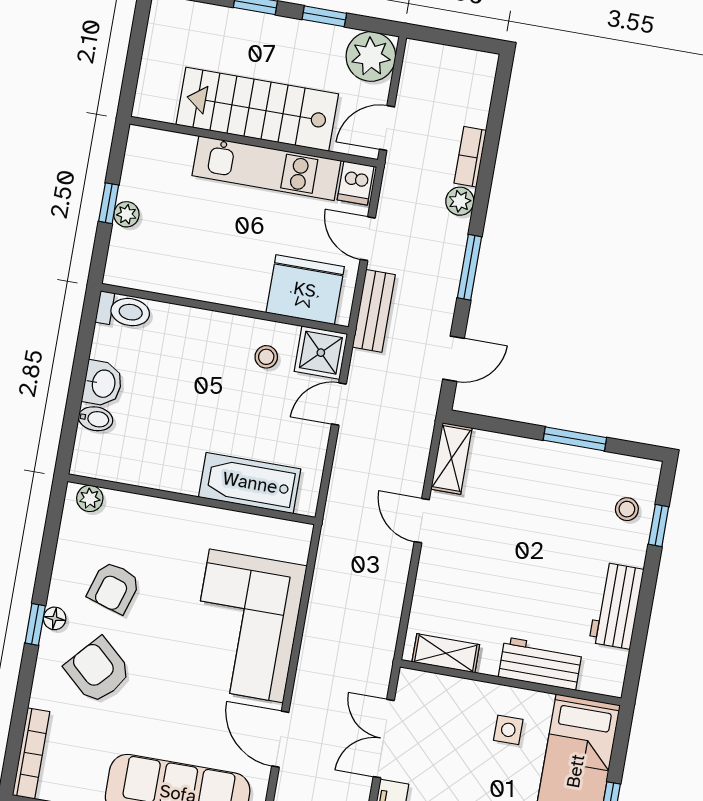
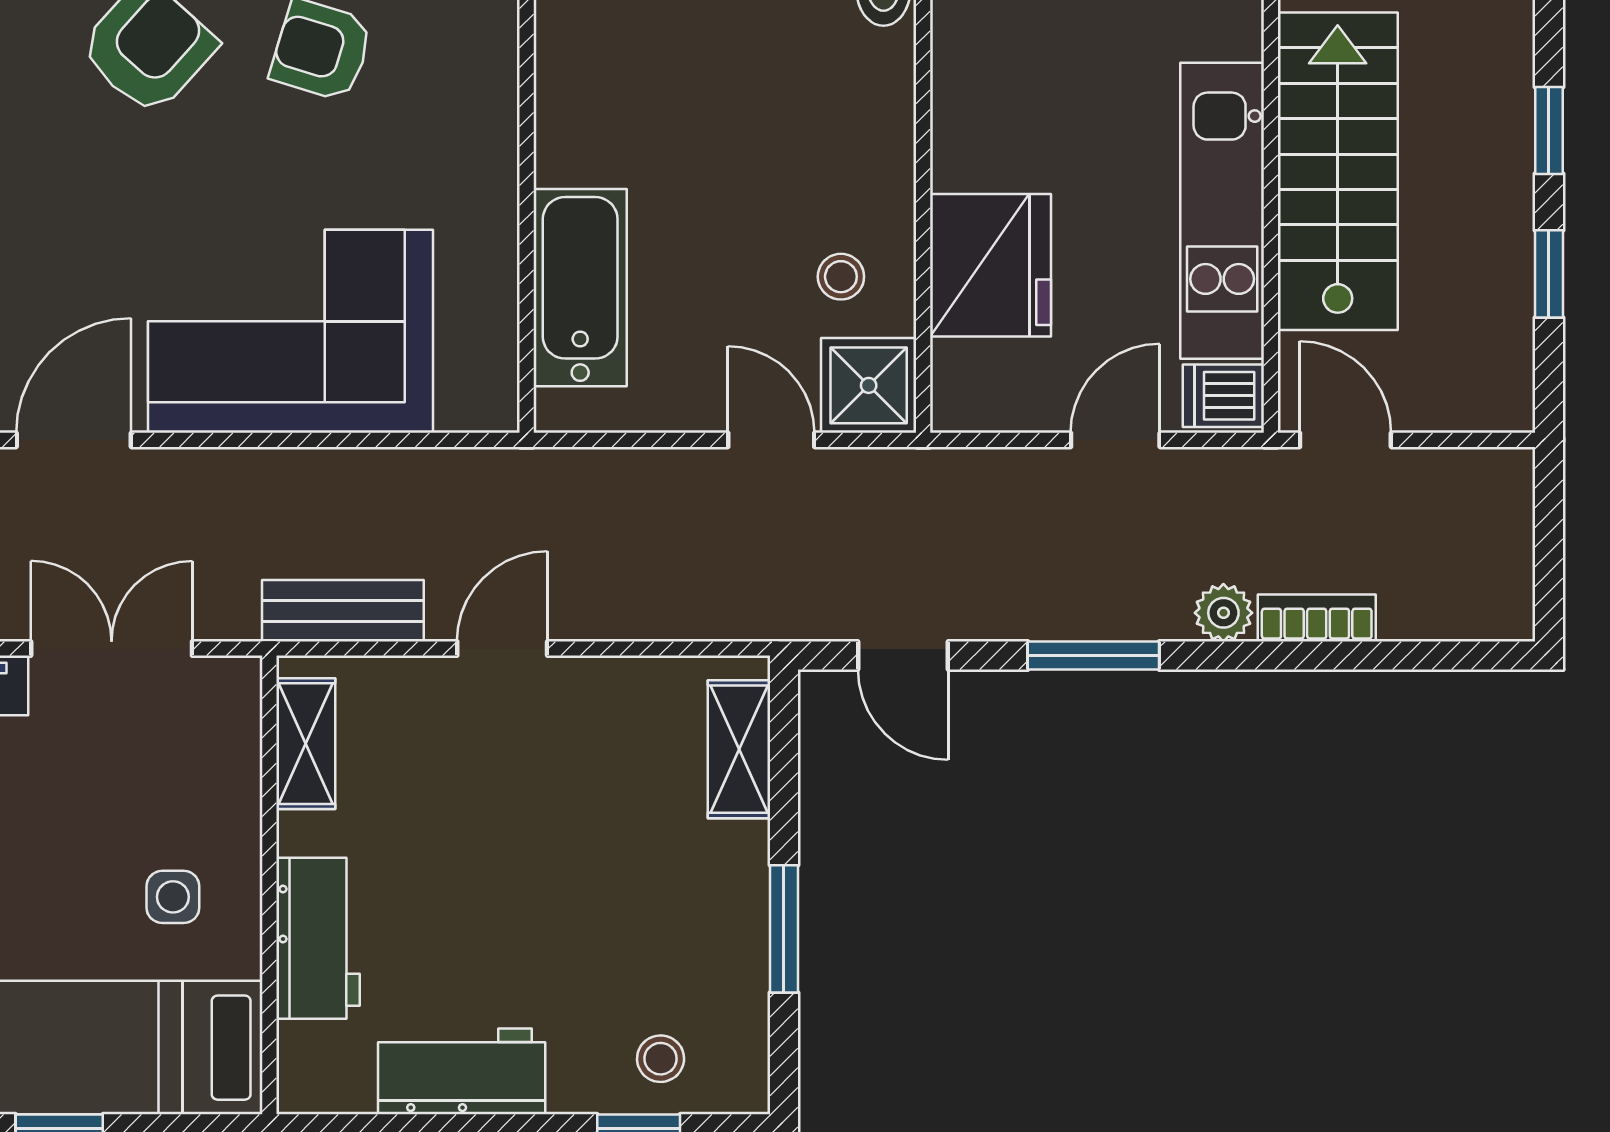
plant: (371, 57) -> (1484, 382), removed
fridge: (305, 290) -> (990, 265), moved
bench: (374, 311) -> (343, 611), moved
shelving: (451, 458) -> (739, 749), moved, turned 90
door: (422, 521) -> (502, 649), moved

